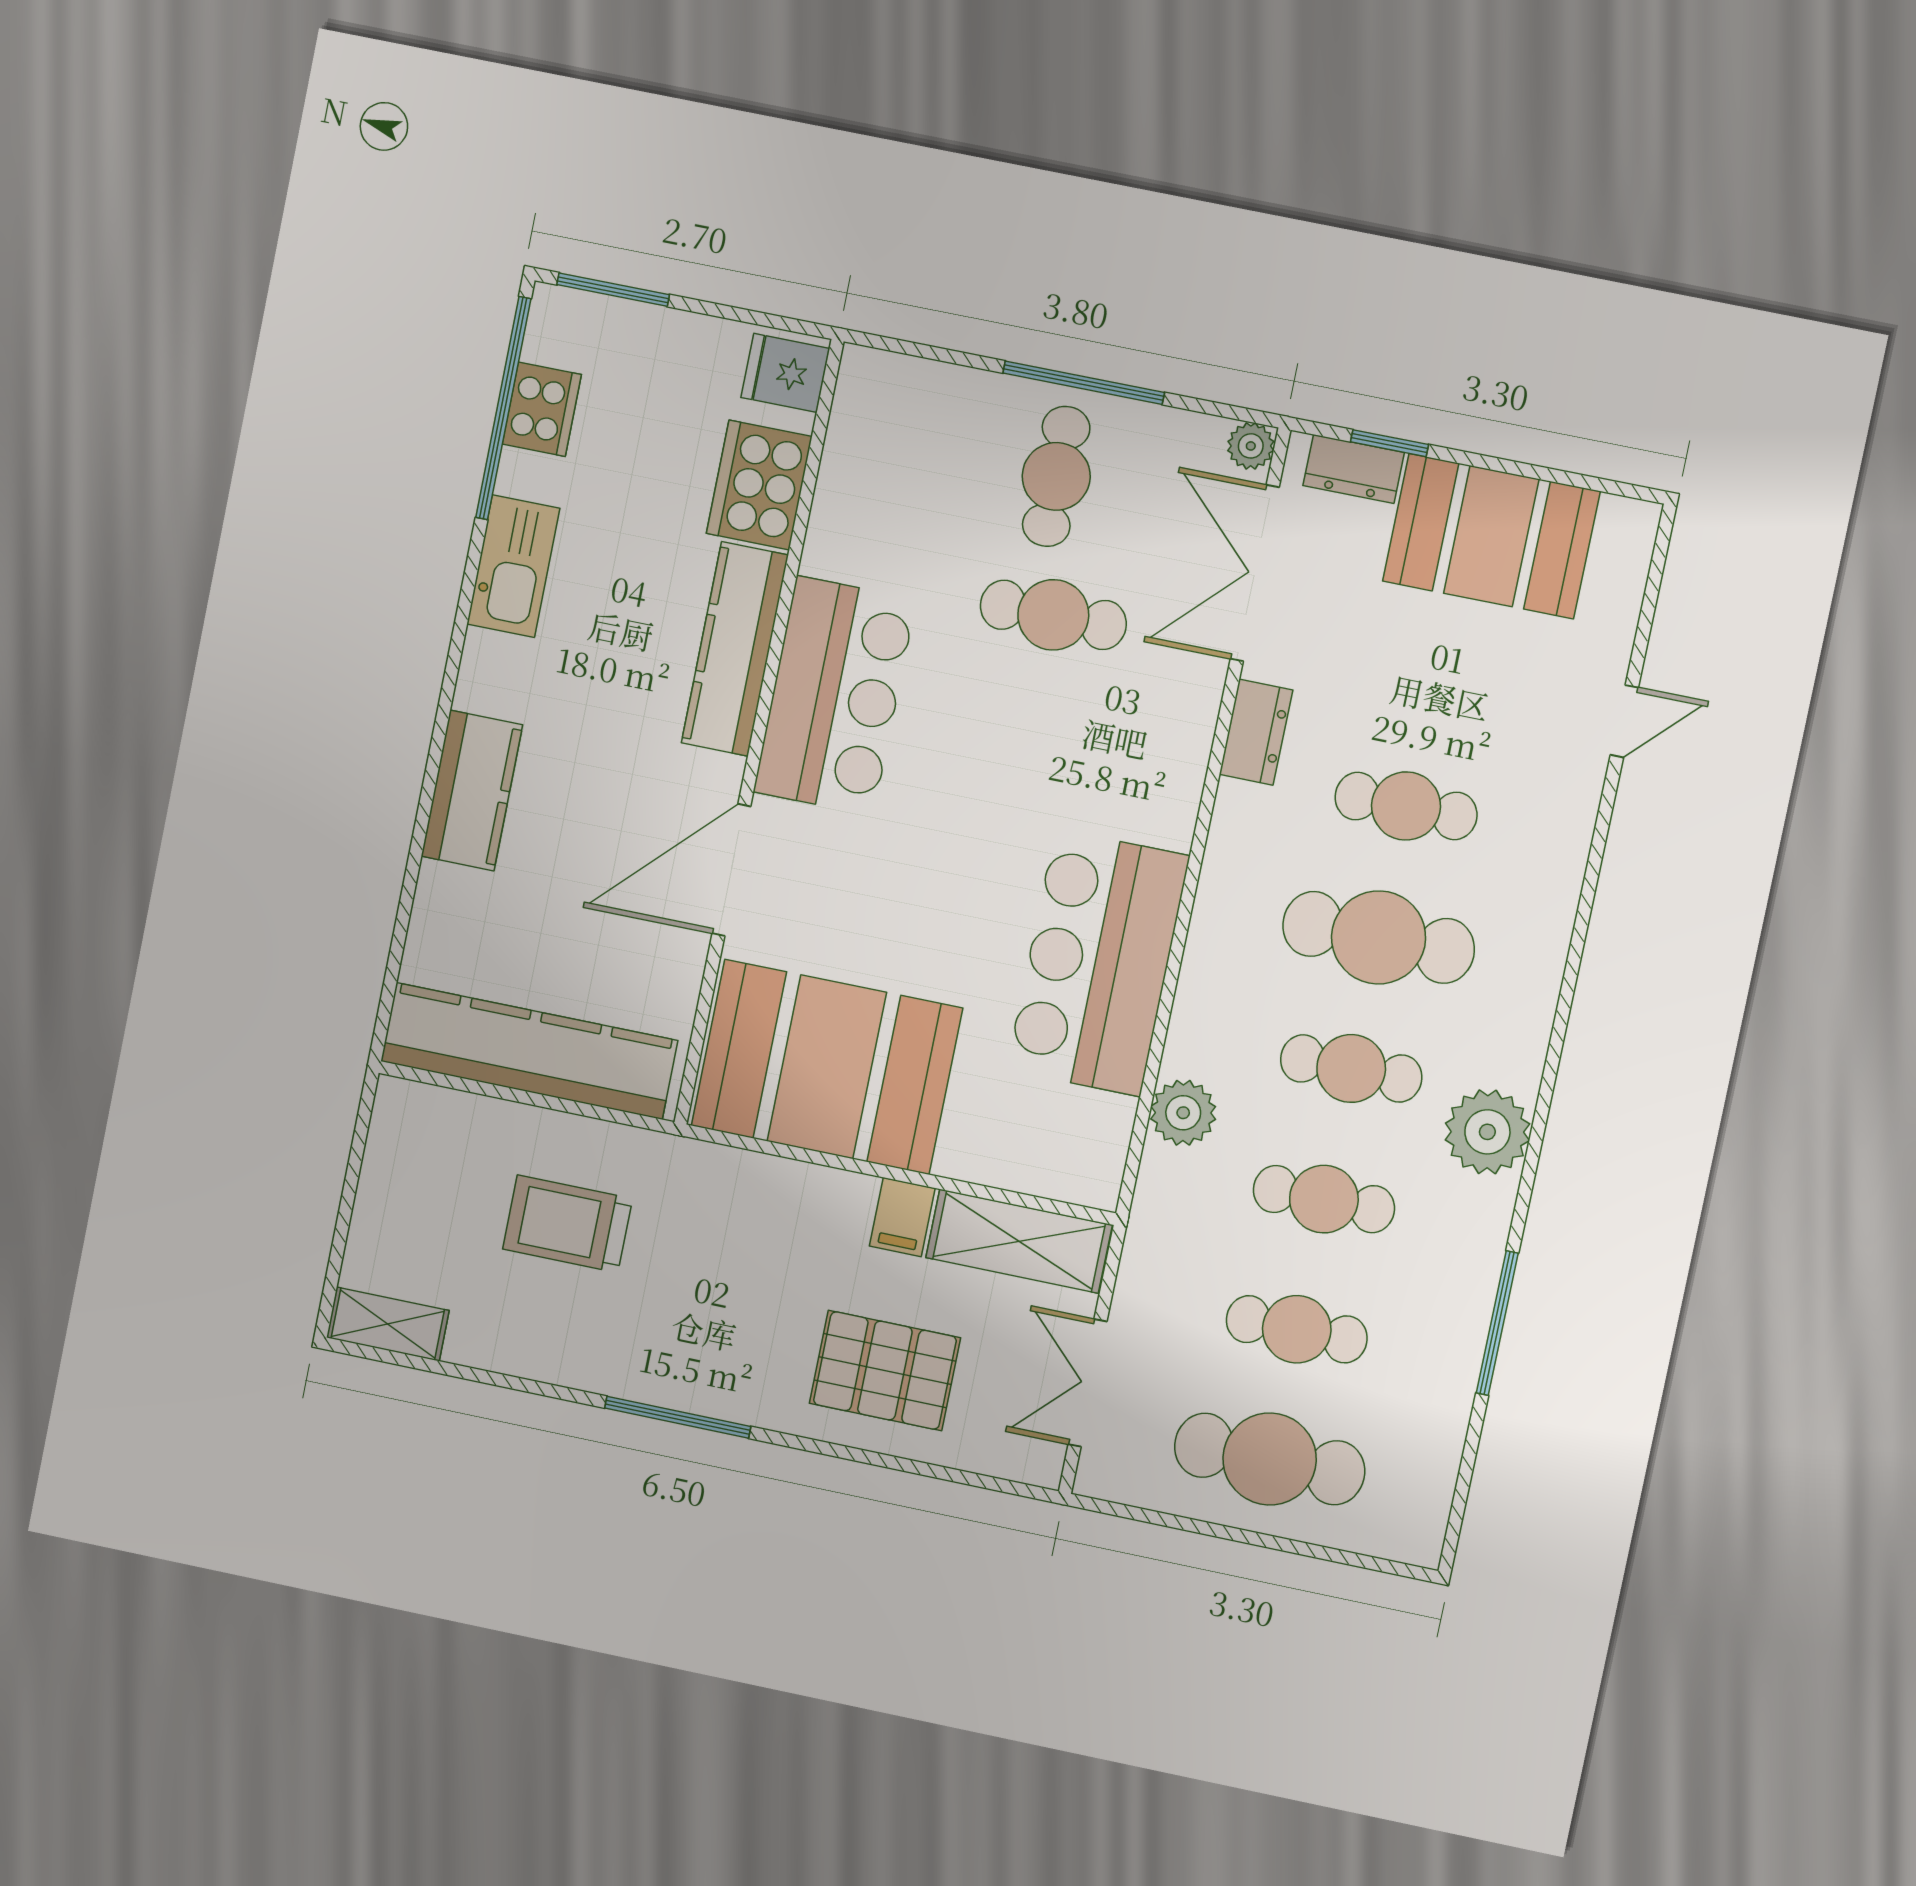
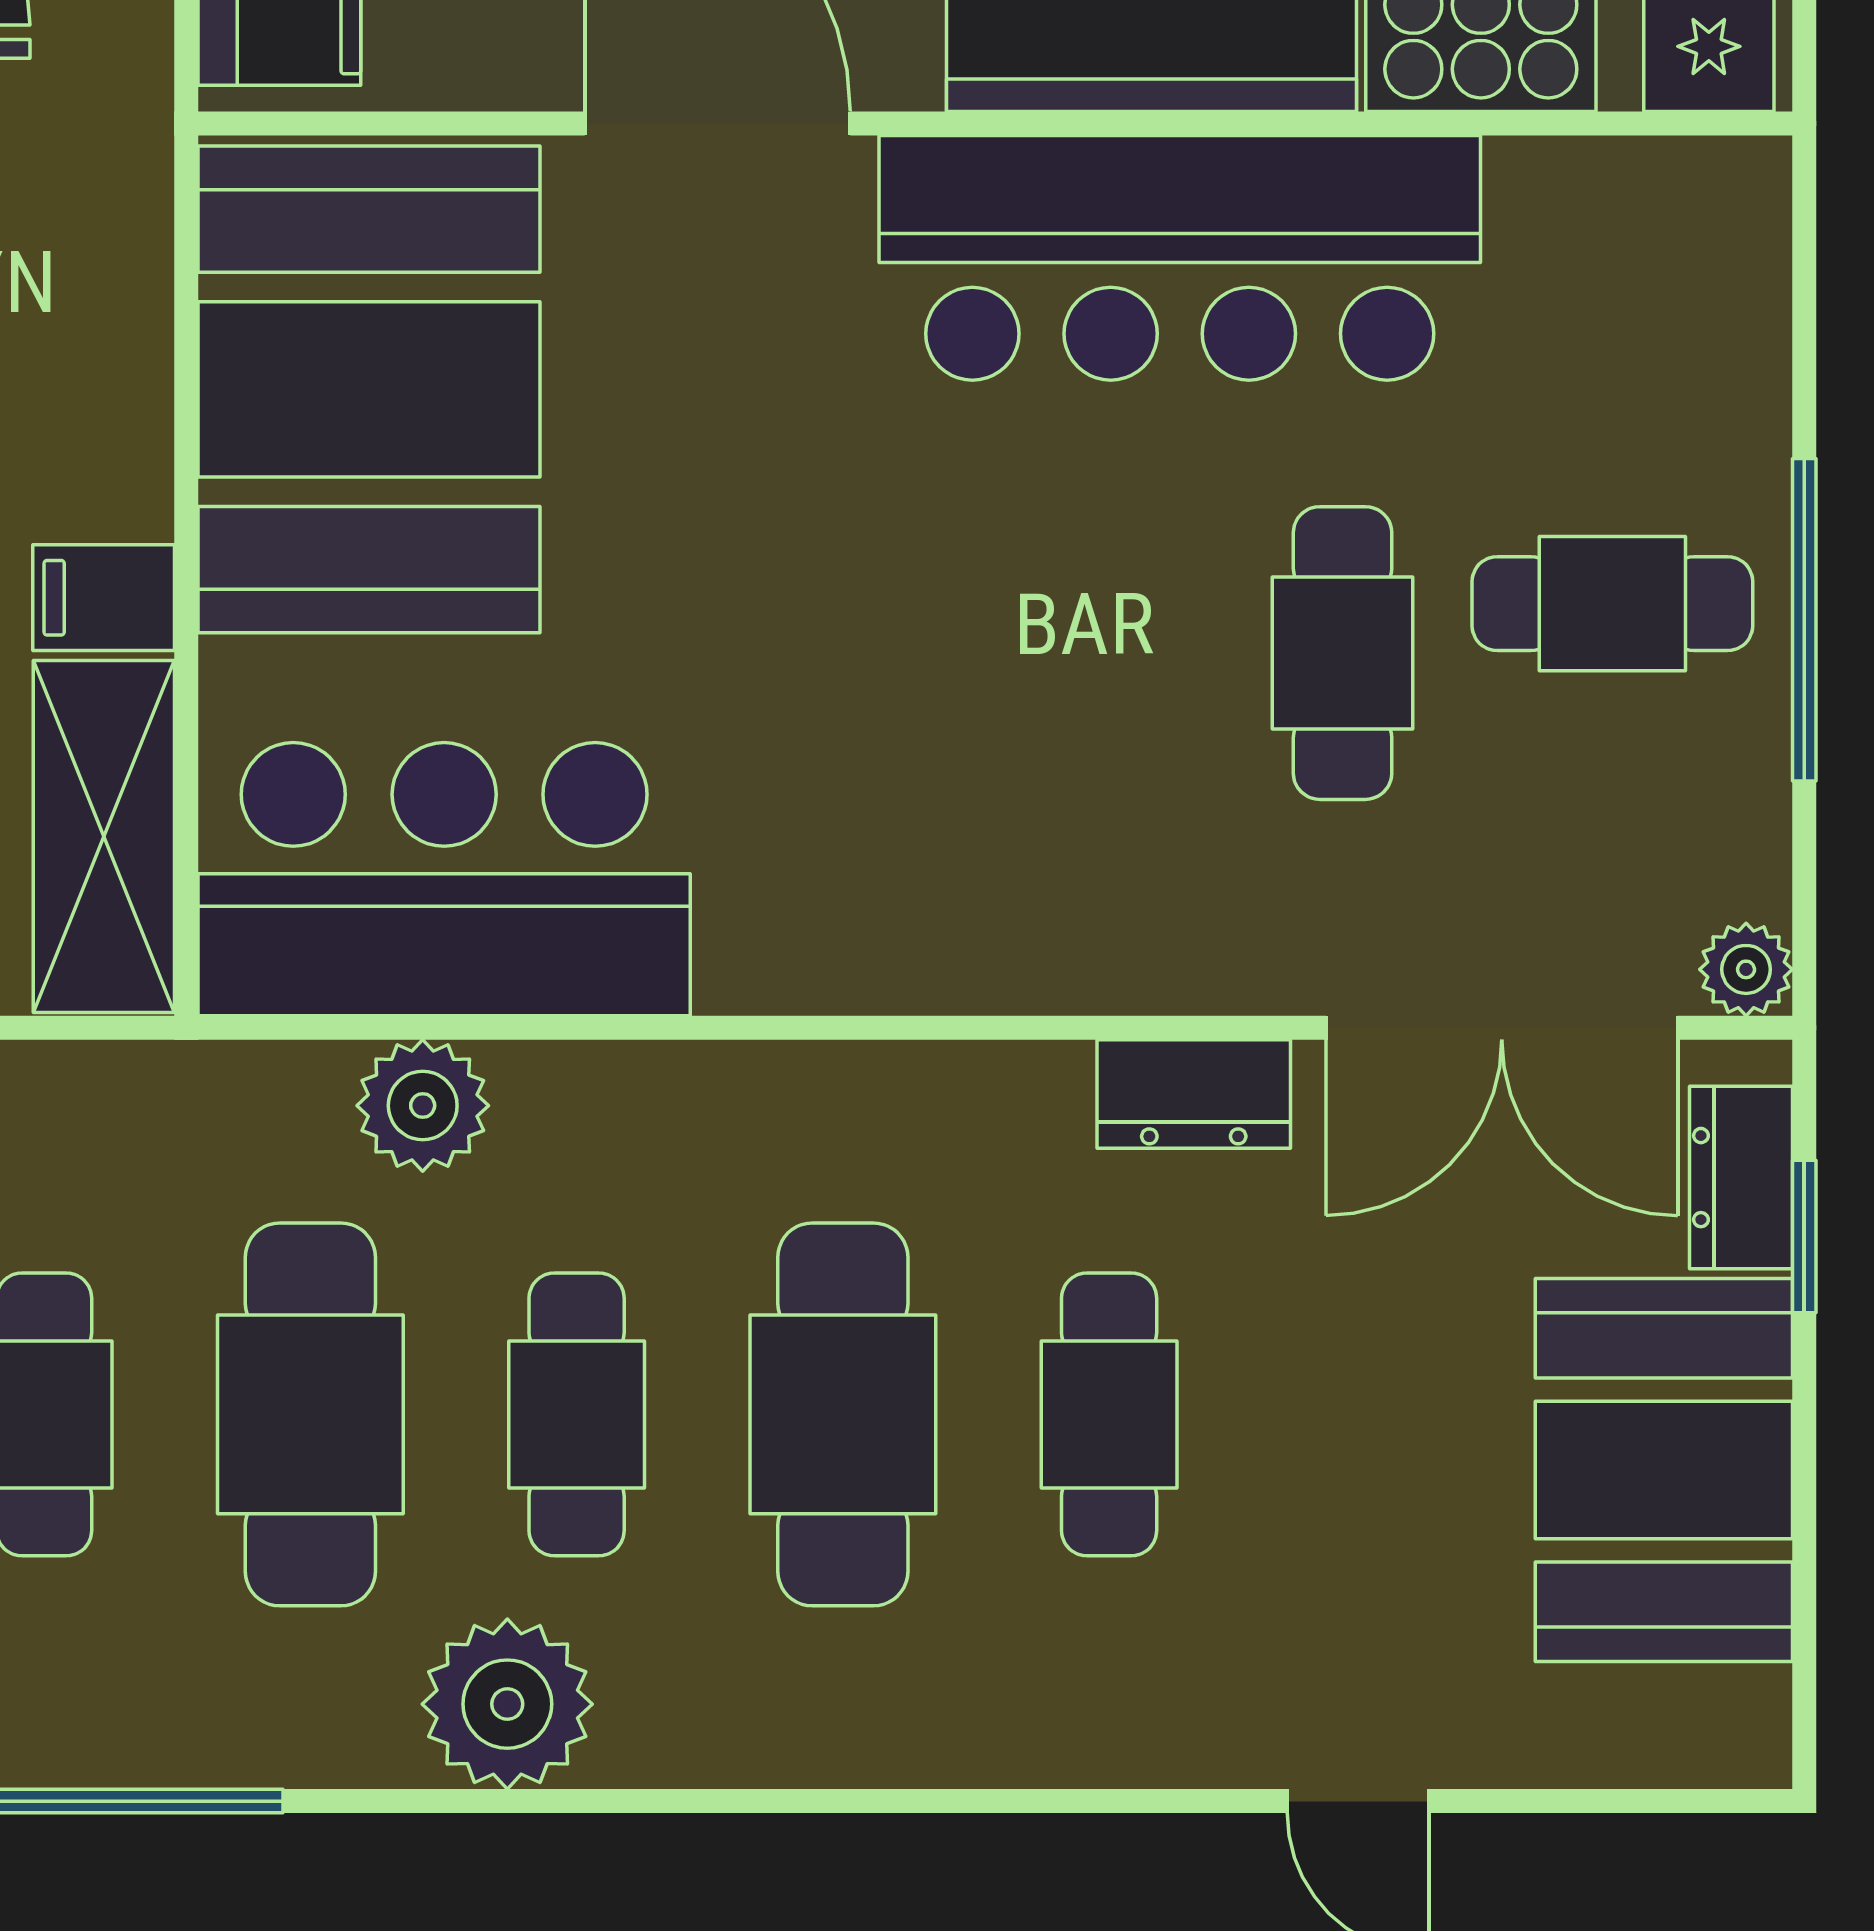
double door: (1255, 573) -> (1502, 1028), swing flipped
bar counter: (835, 696) -> (1180, 258), width x1.36
bar counter: (1098, 963) -> (444, 879), moved
cafe table: (1324, 1199) -> (310, 1414), width x1.37, depth x1.35

